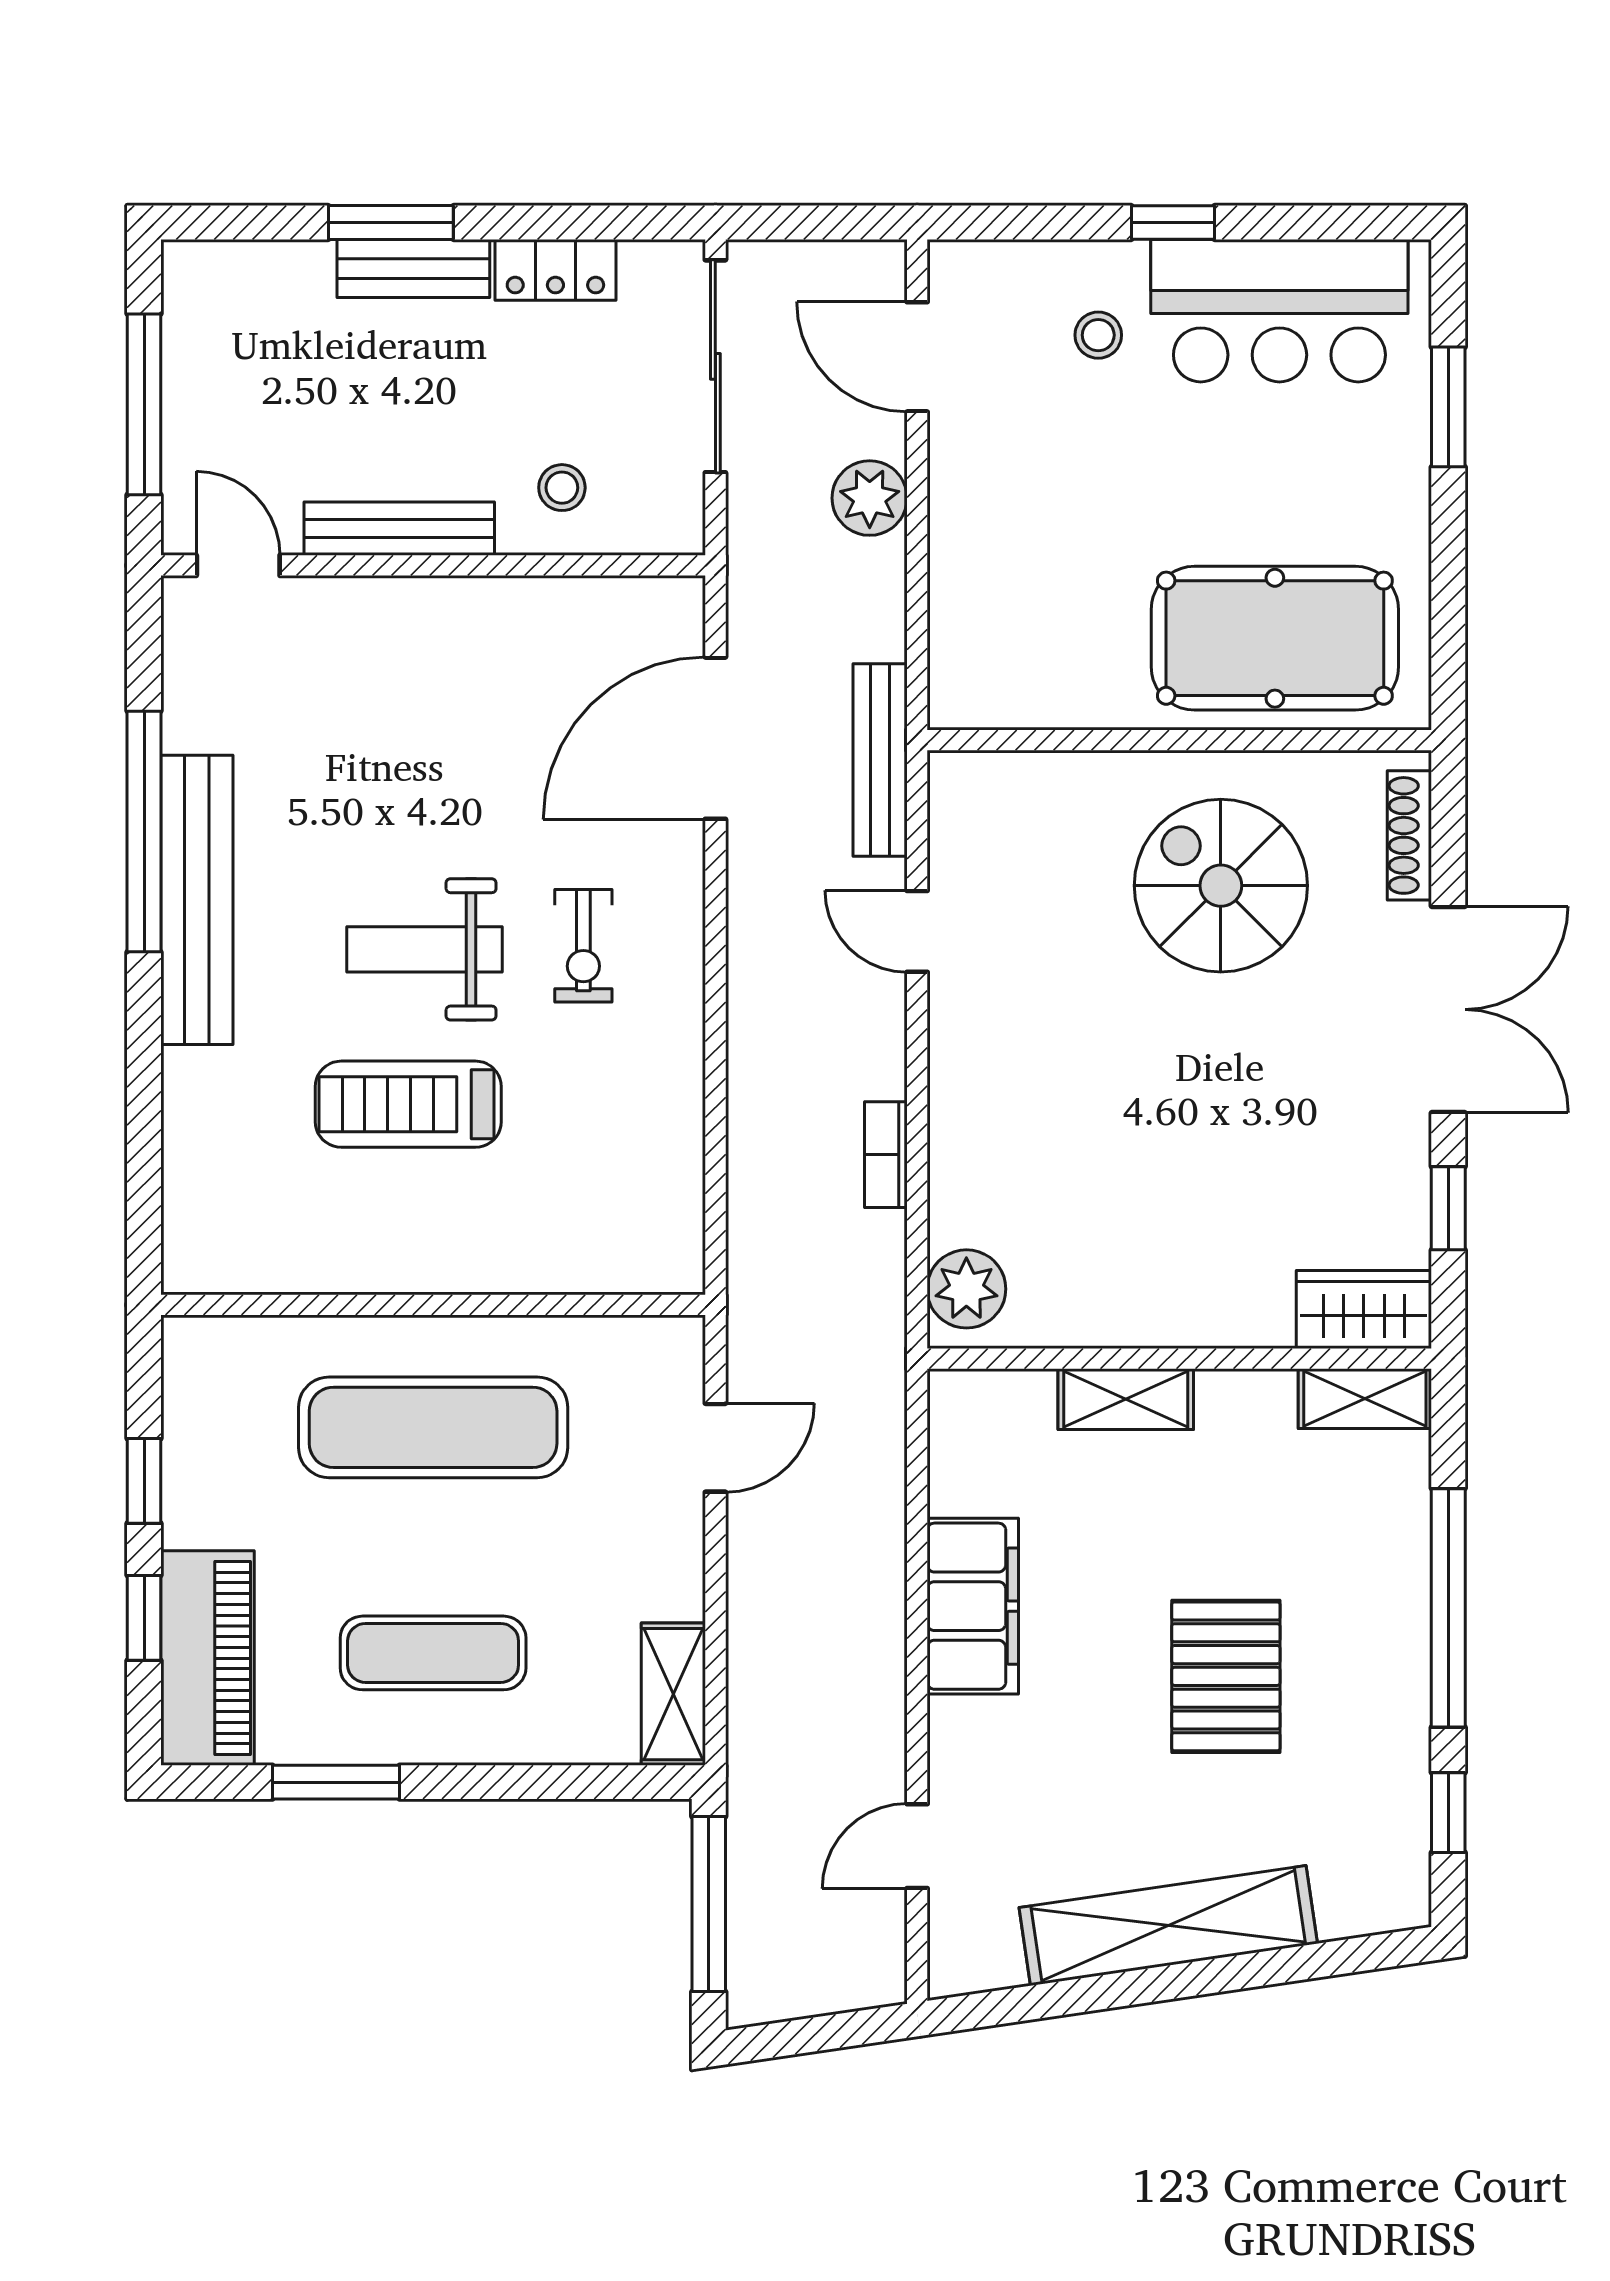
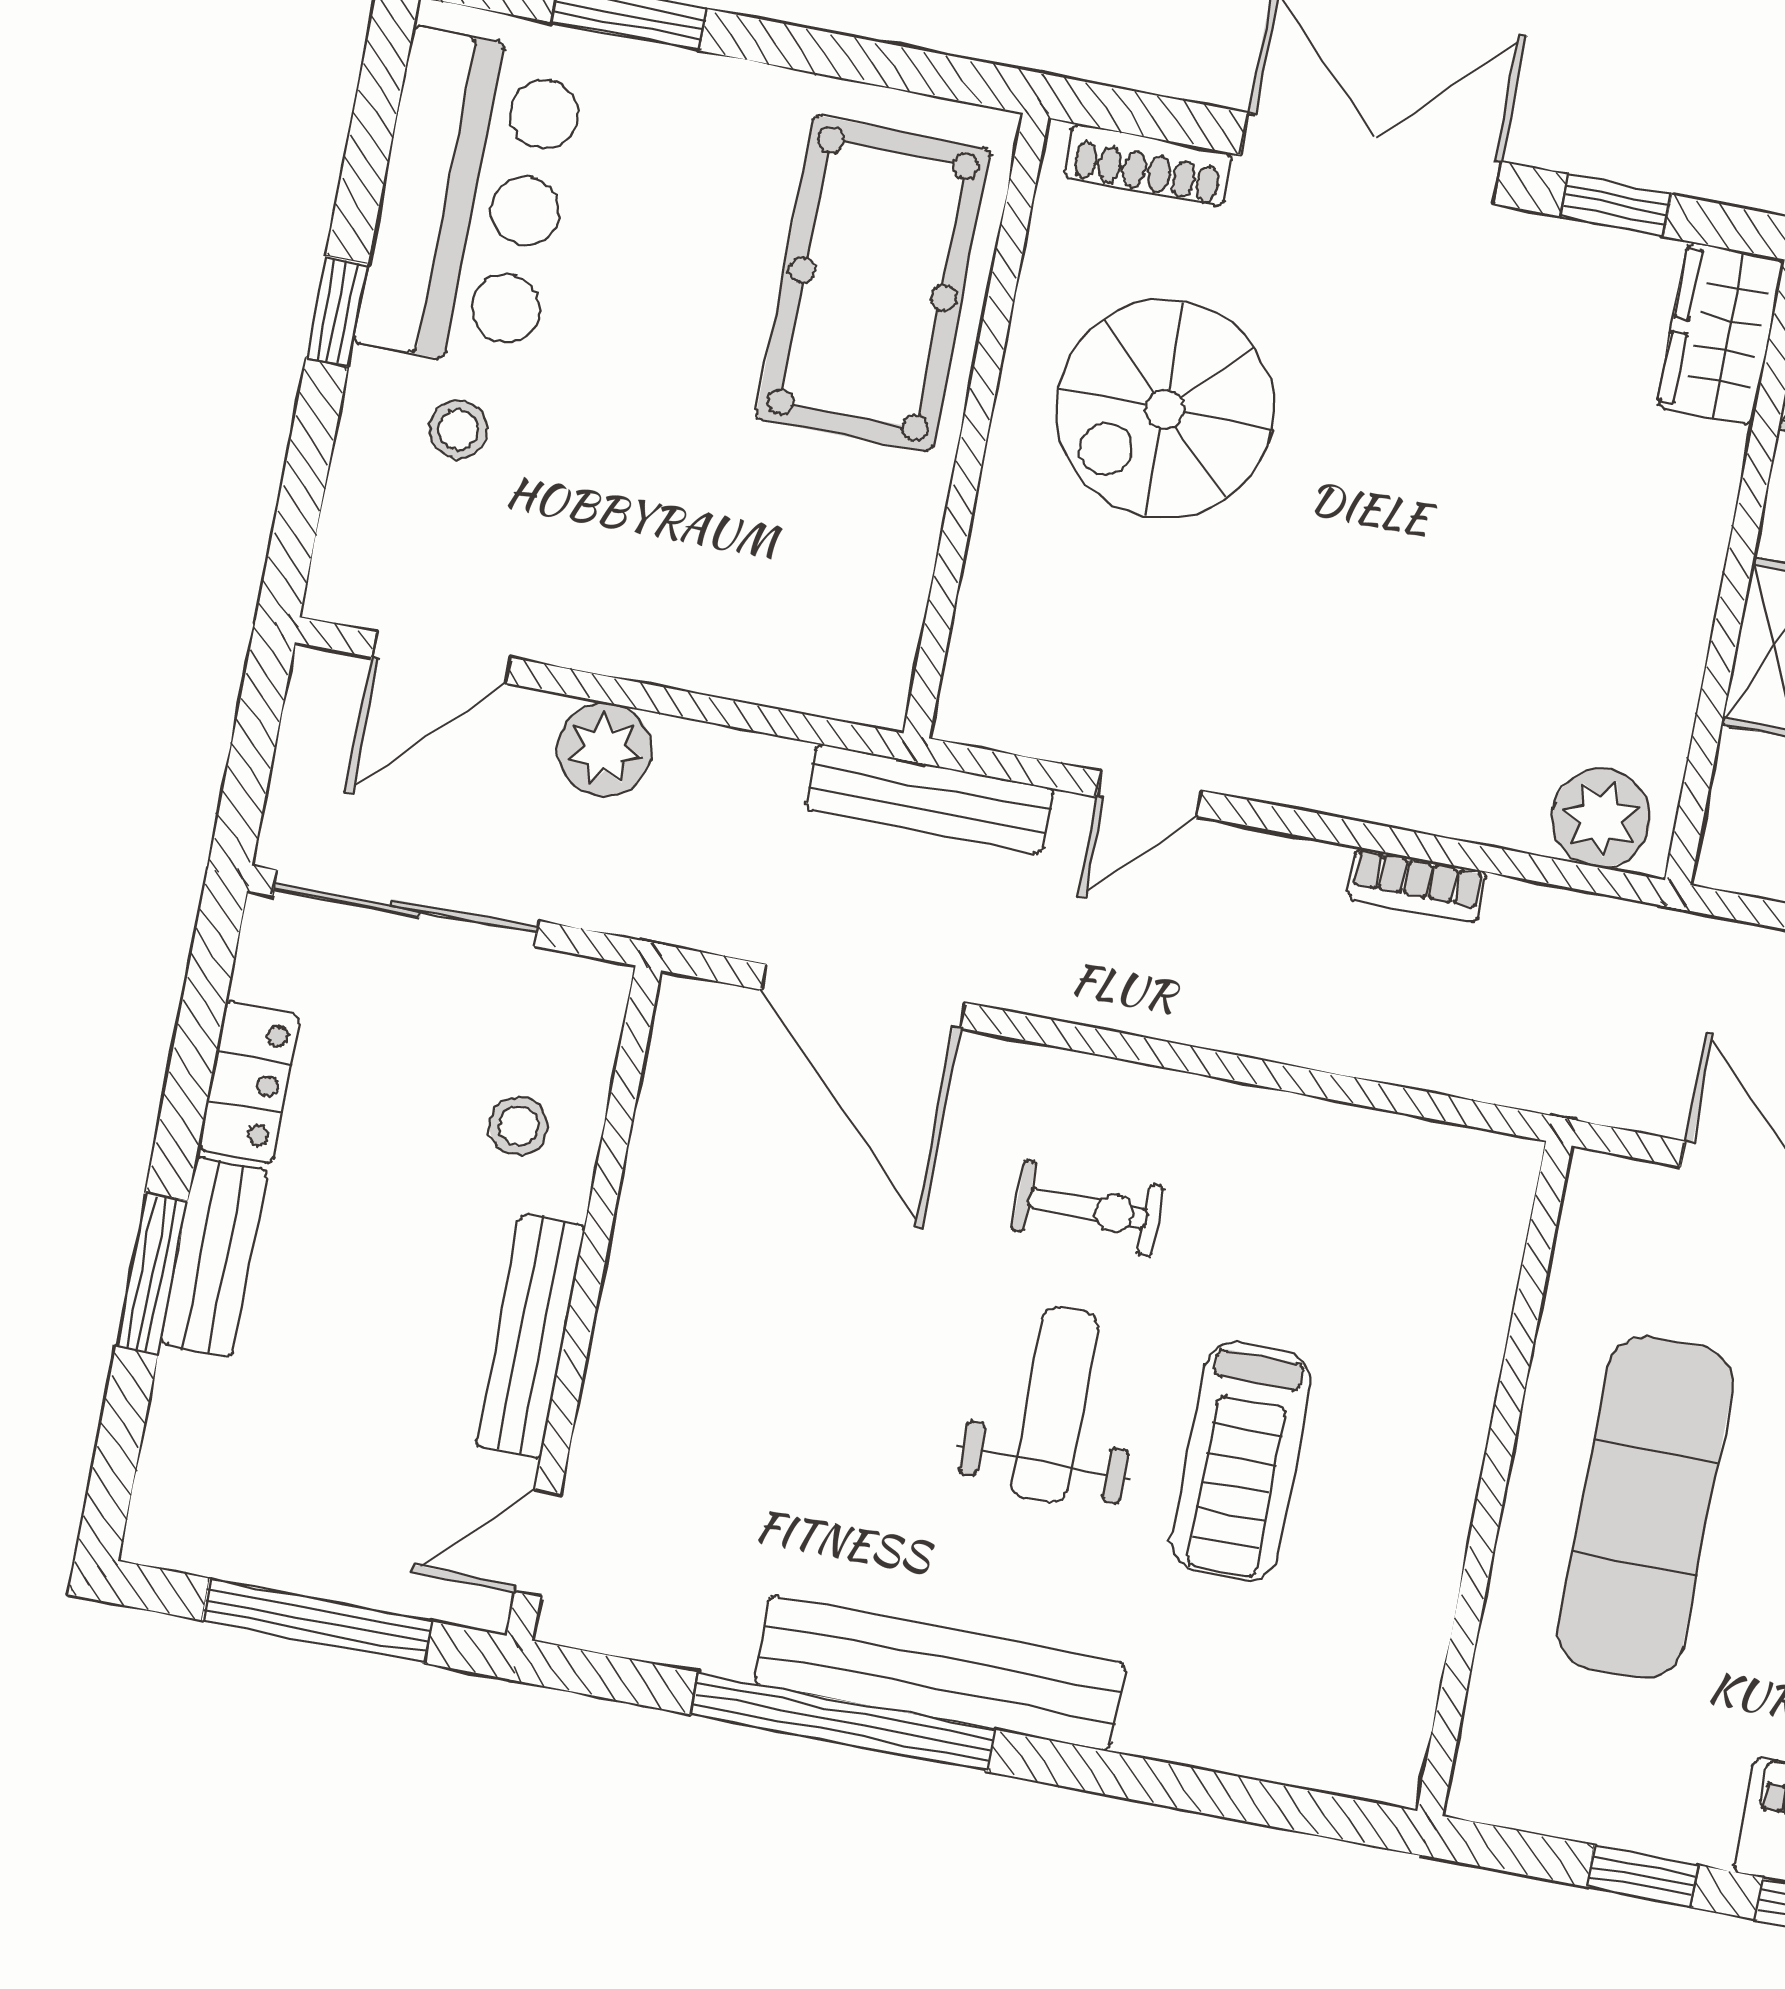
weight bench: (425, 949) -> (1055, 1405), turned 180

